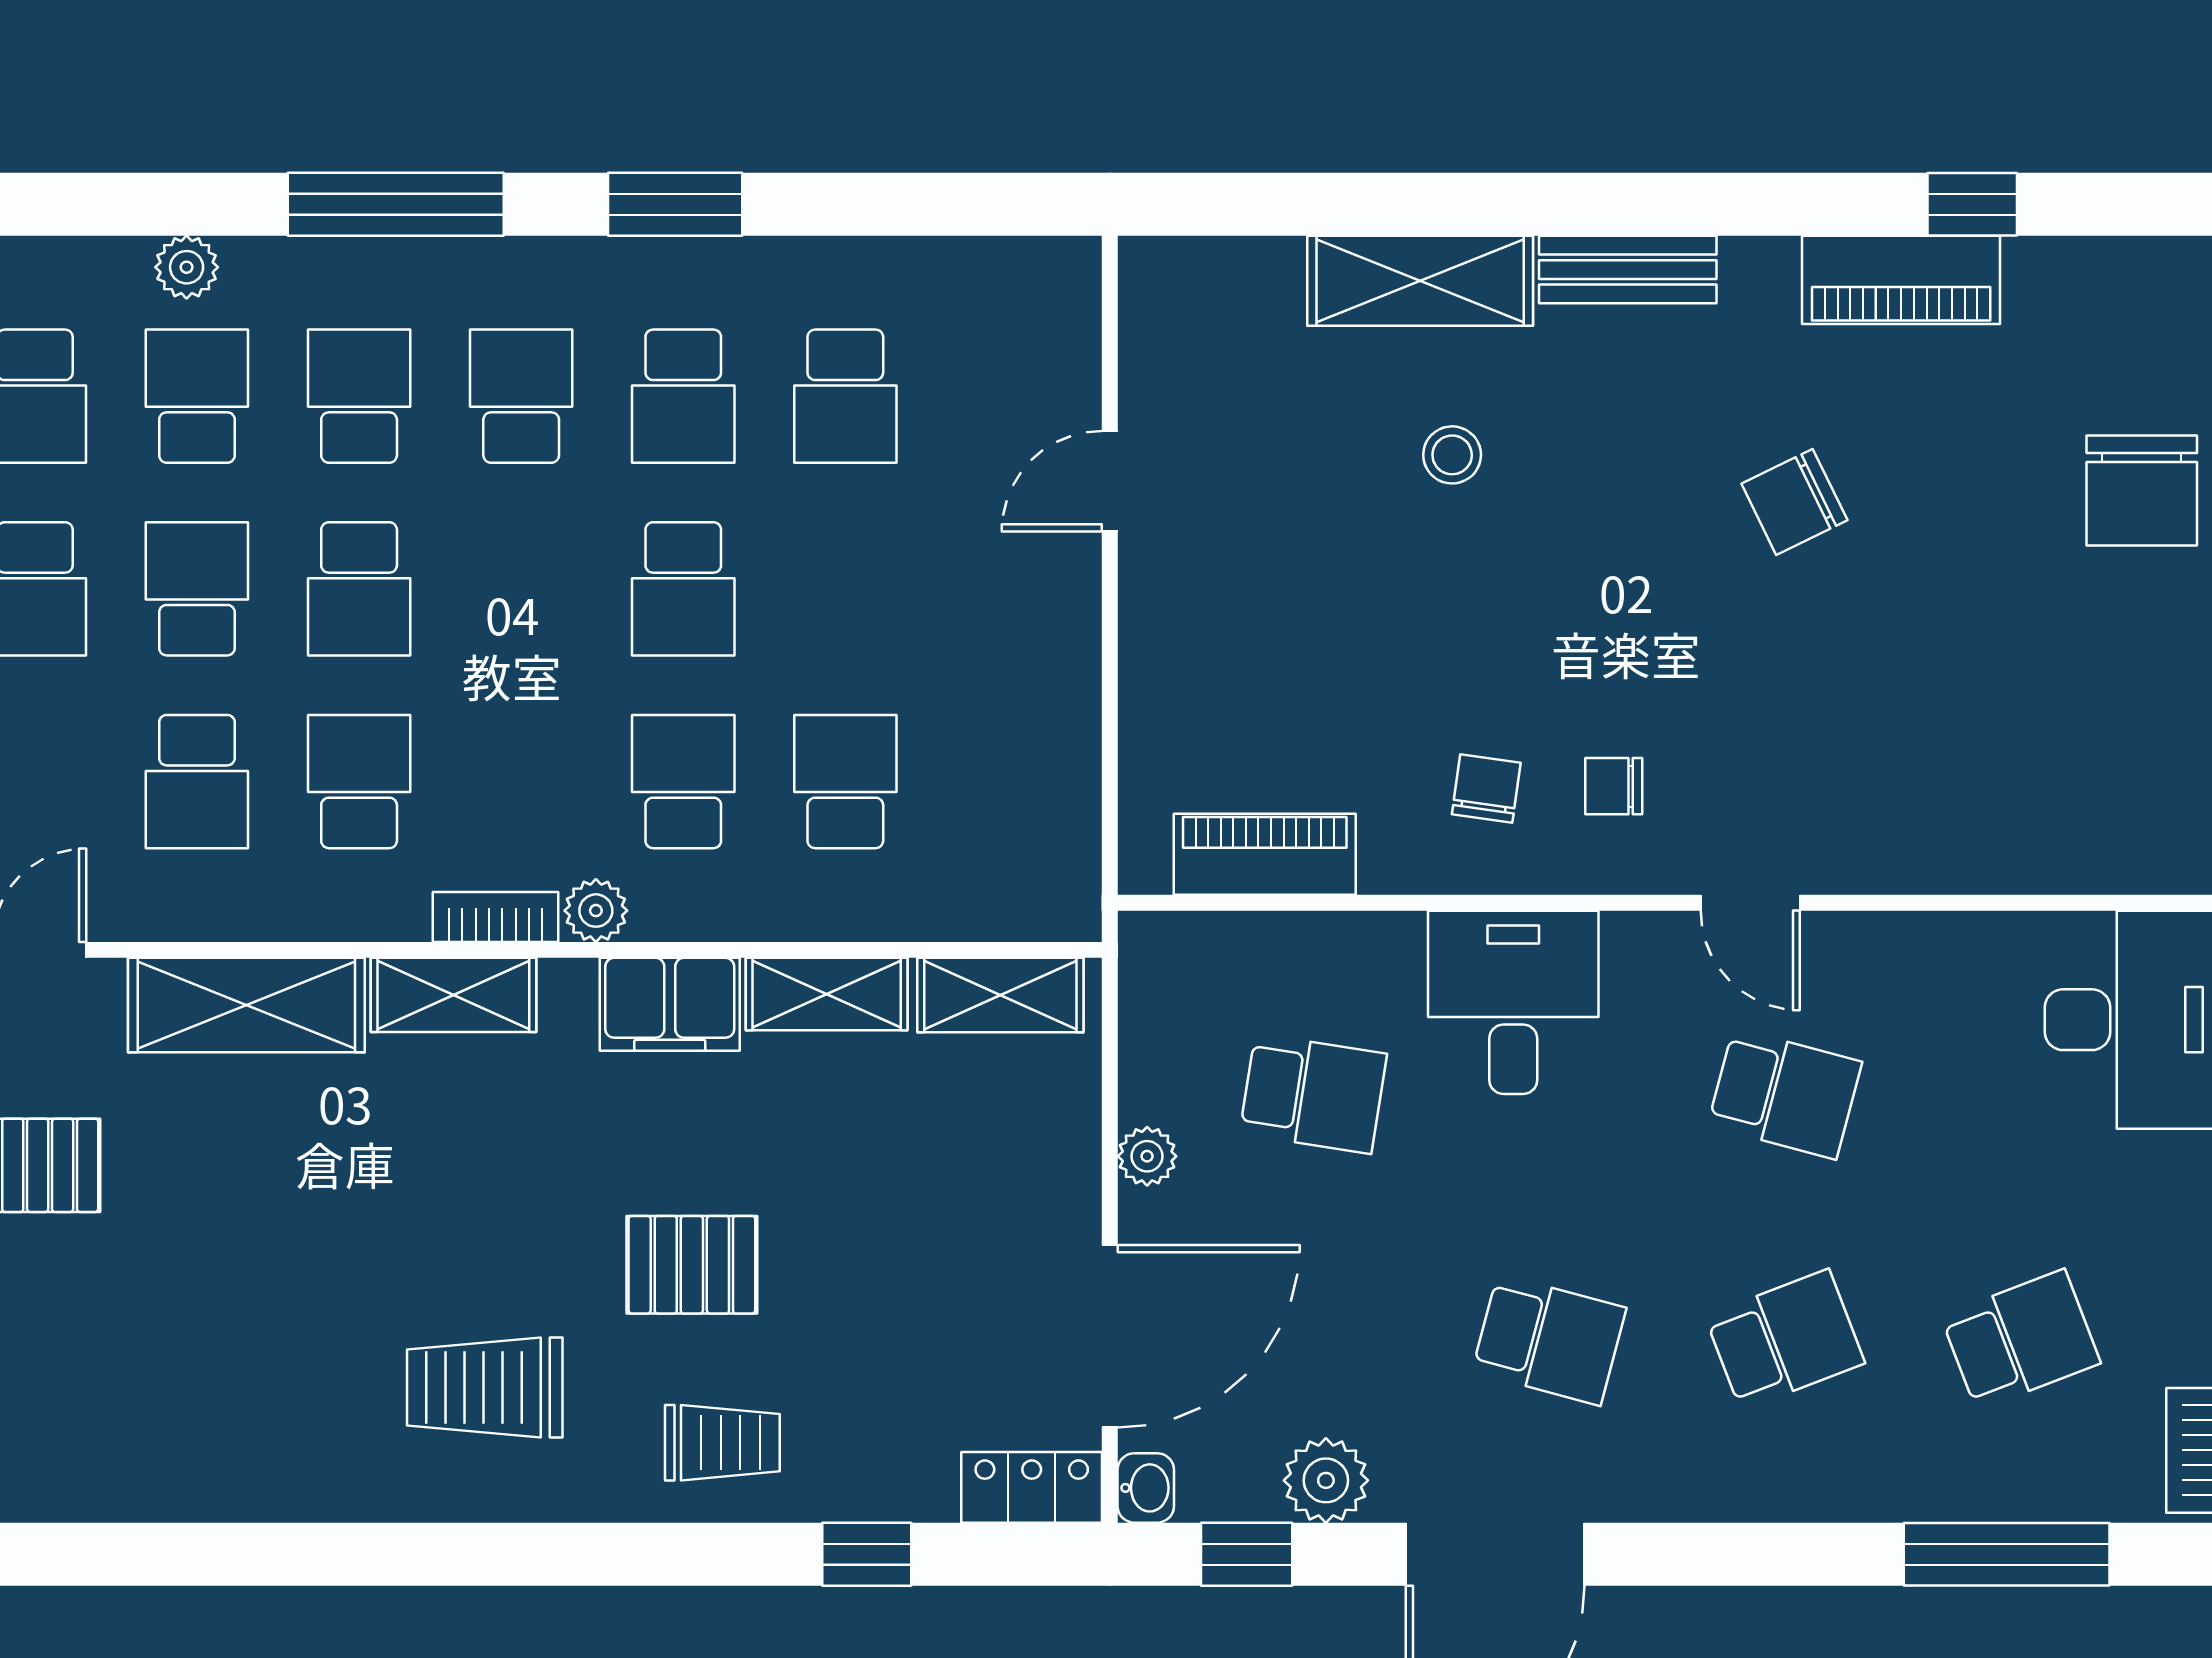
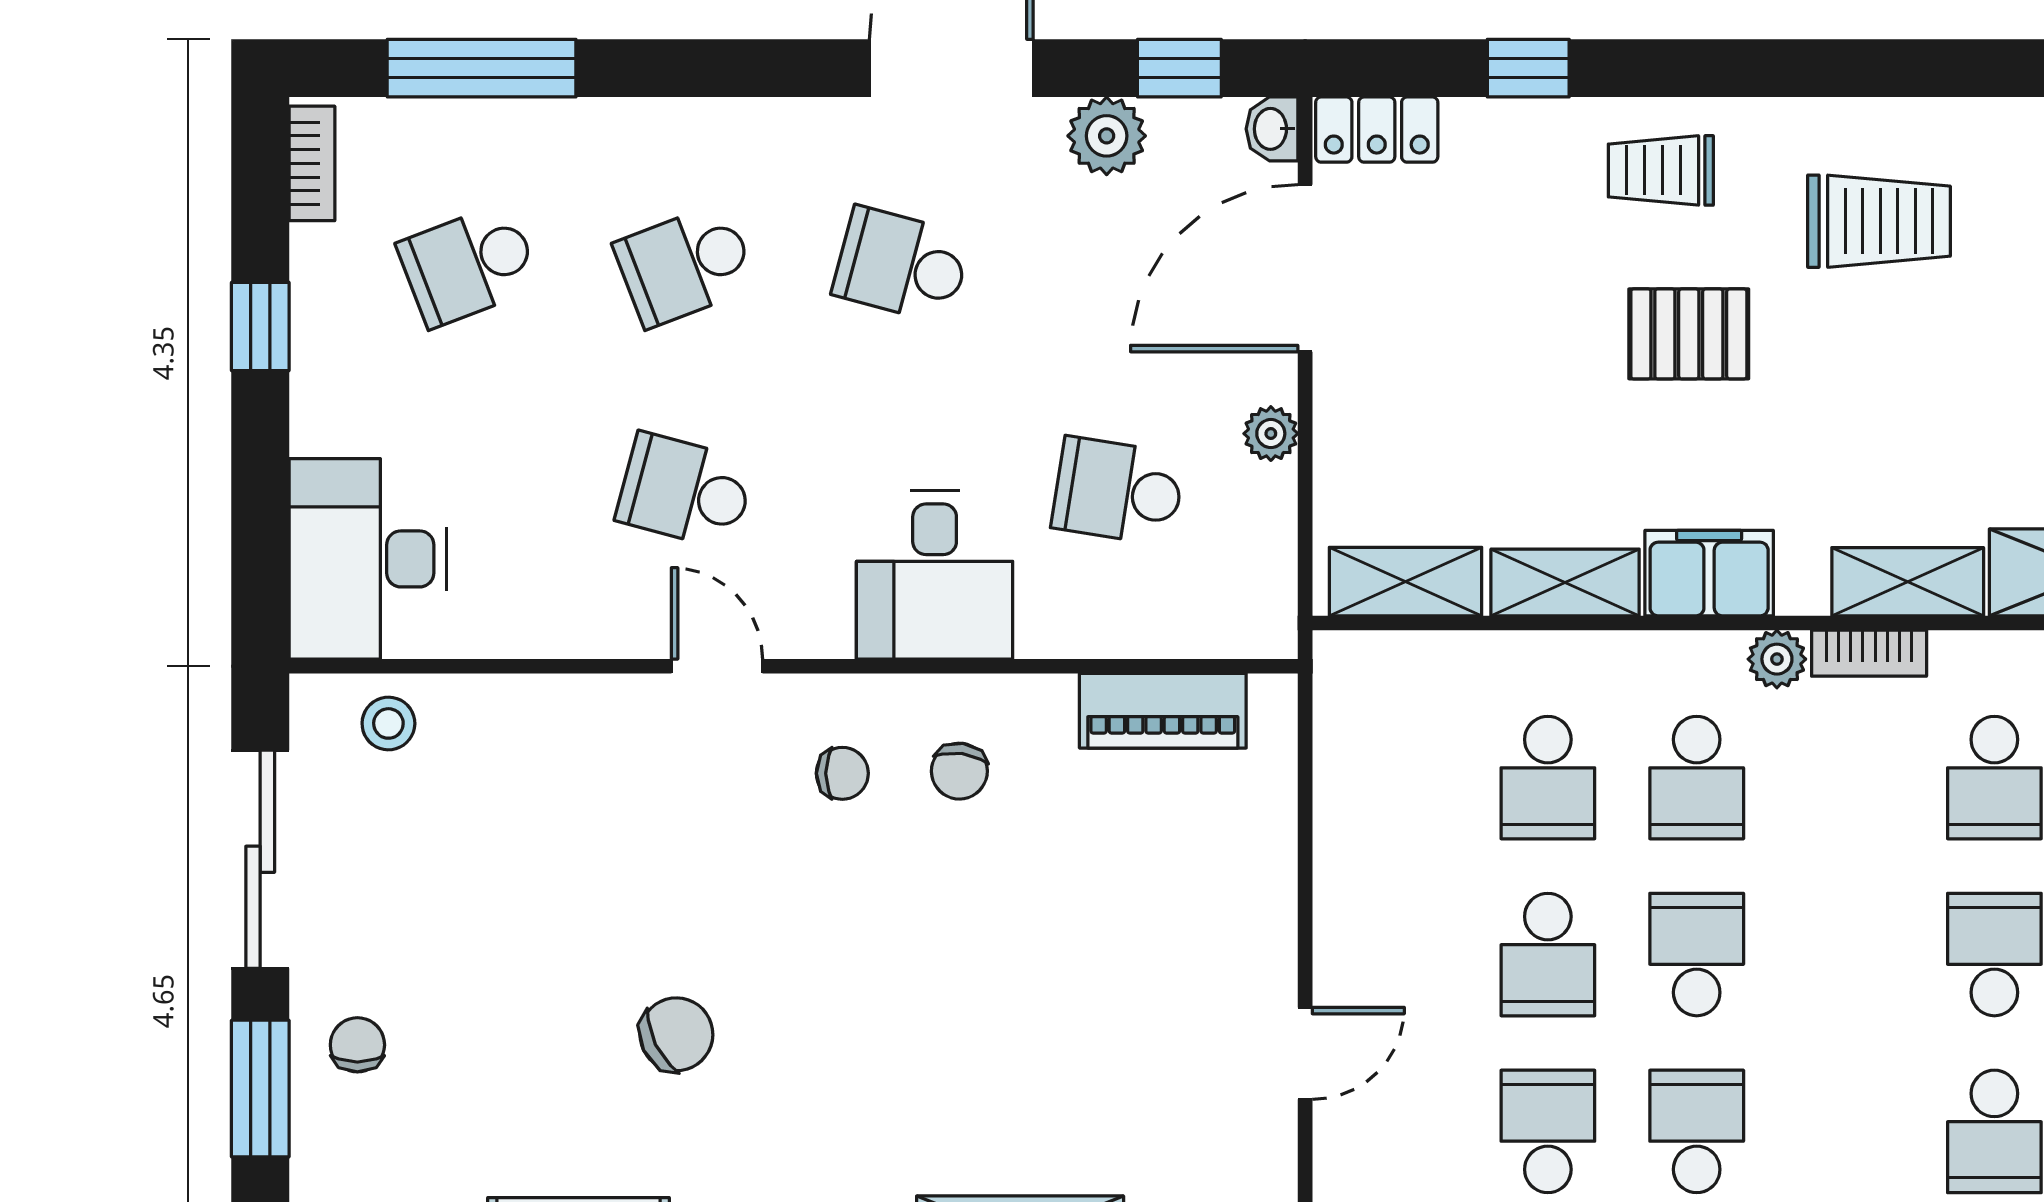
school desk: (521, 396) -> (1548, 955), moved
stool: (1452, 455) -> (388, 723), moved
chair: (2142, 491) -> (357, 1045), width x0.54, depth x0.54

